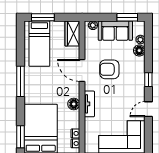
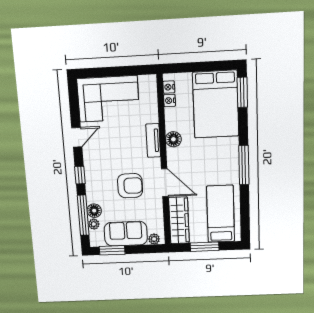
window: (43, 17) -> (205, 247), moved
wardrobe: (72, 33) -> (179, 220), width x1.50
window: (148, 47) -> (83, 215), added

